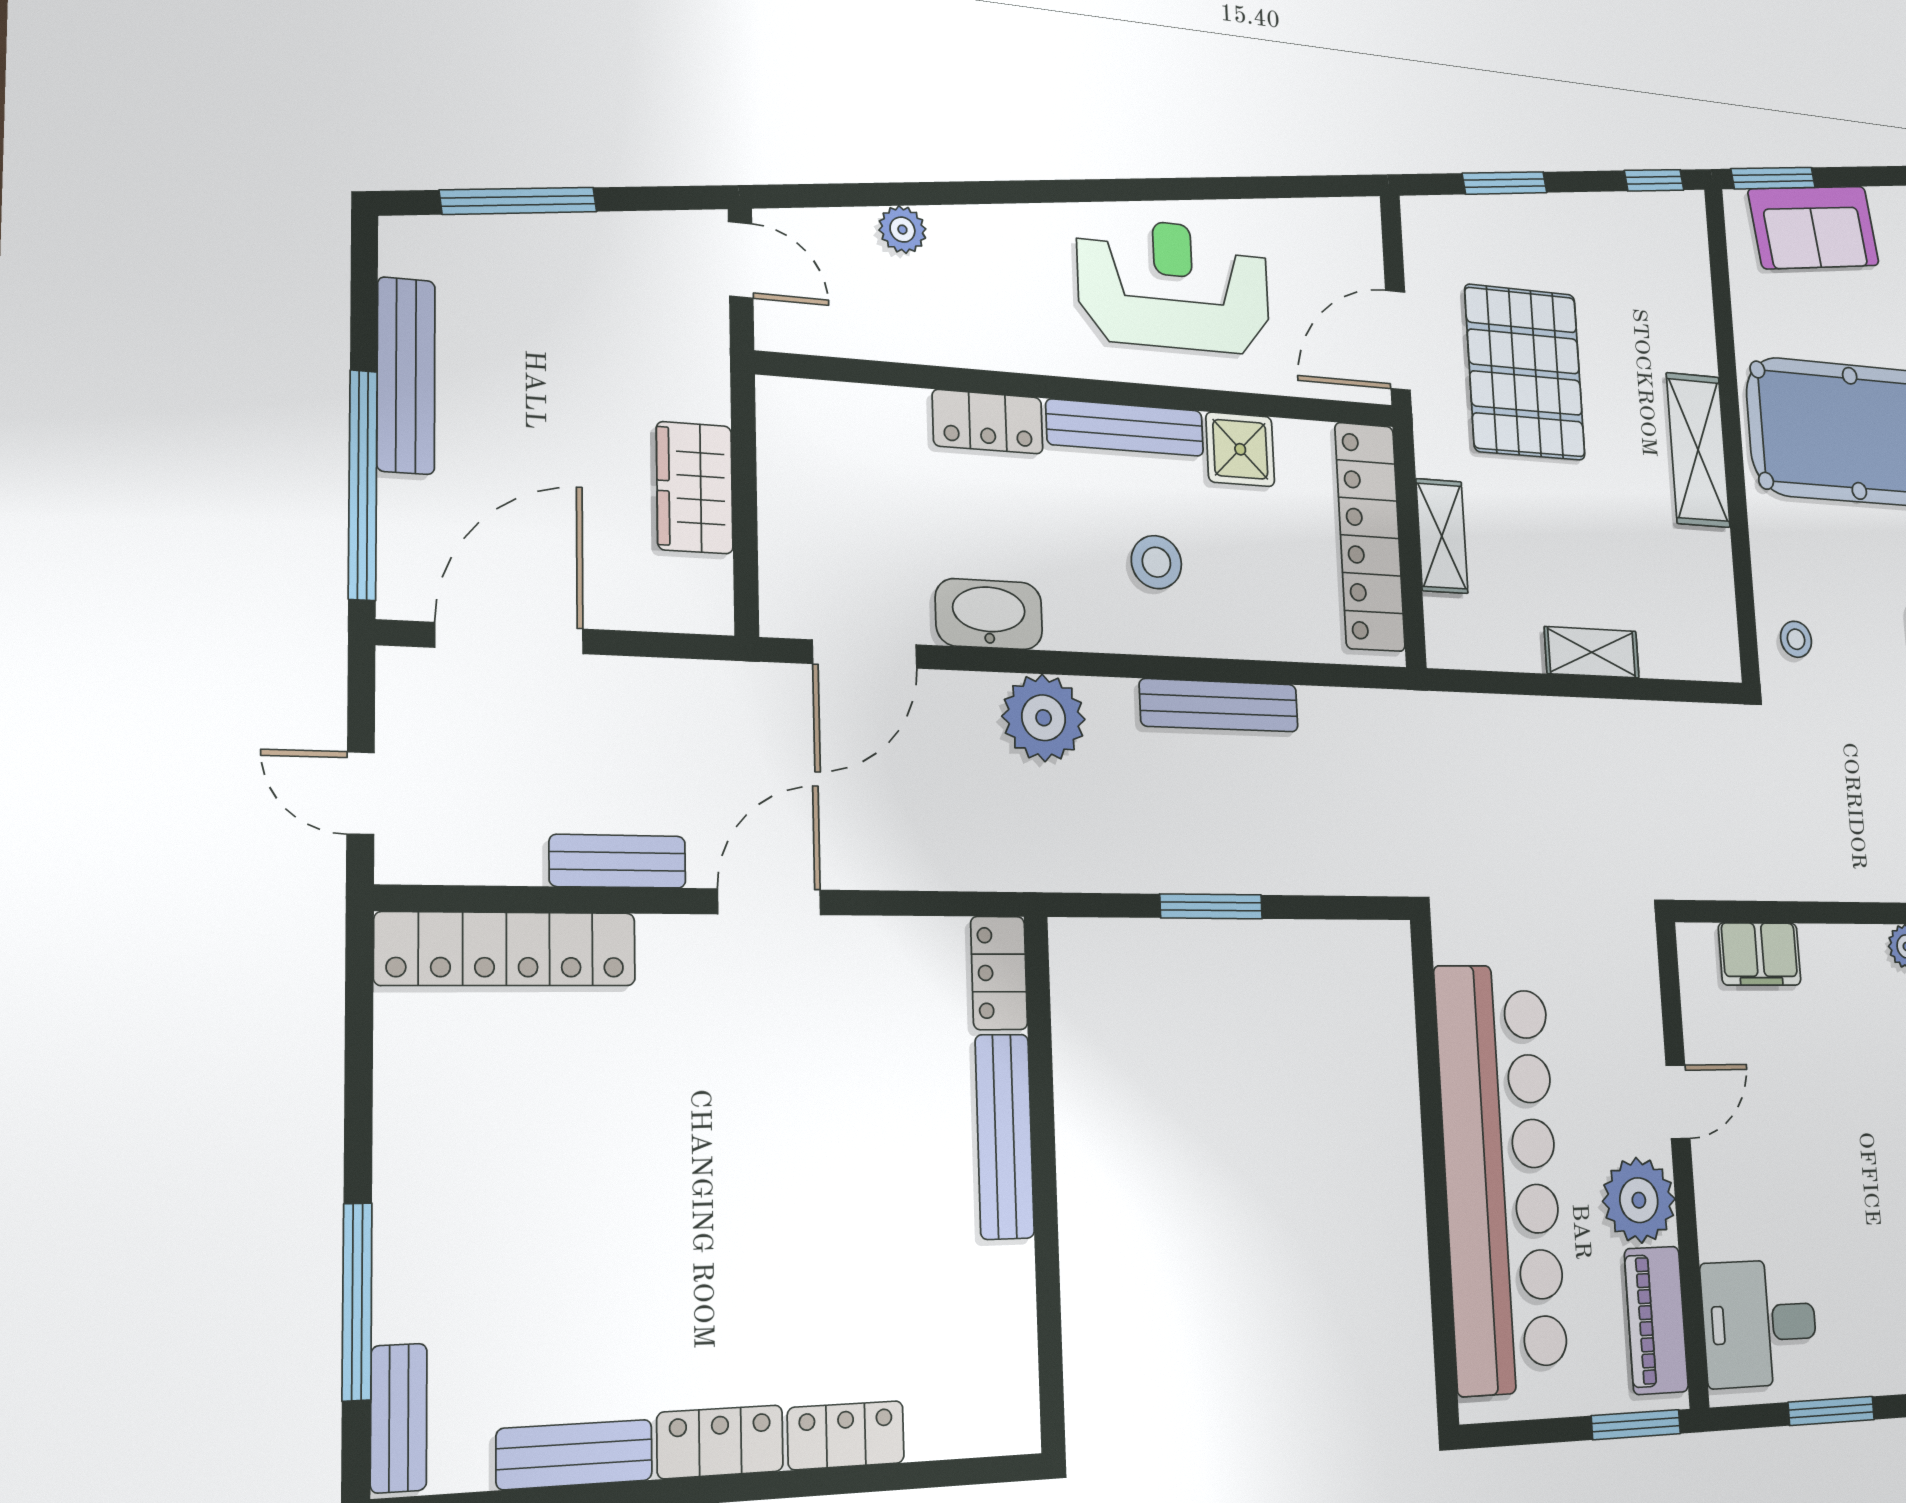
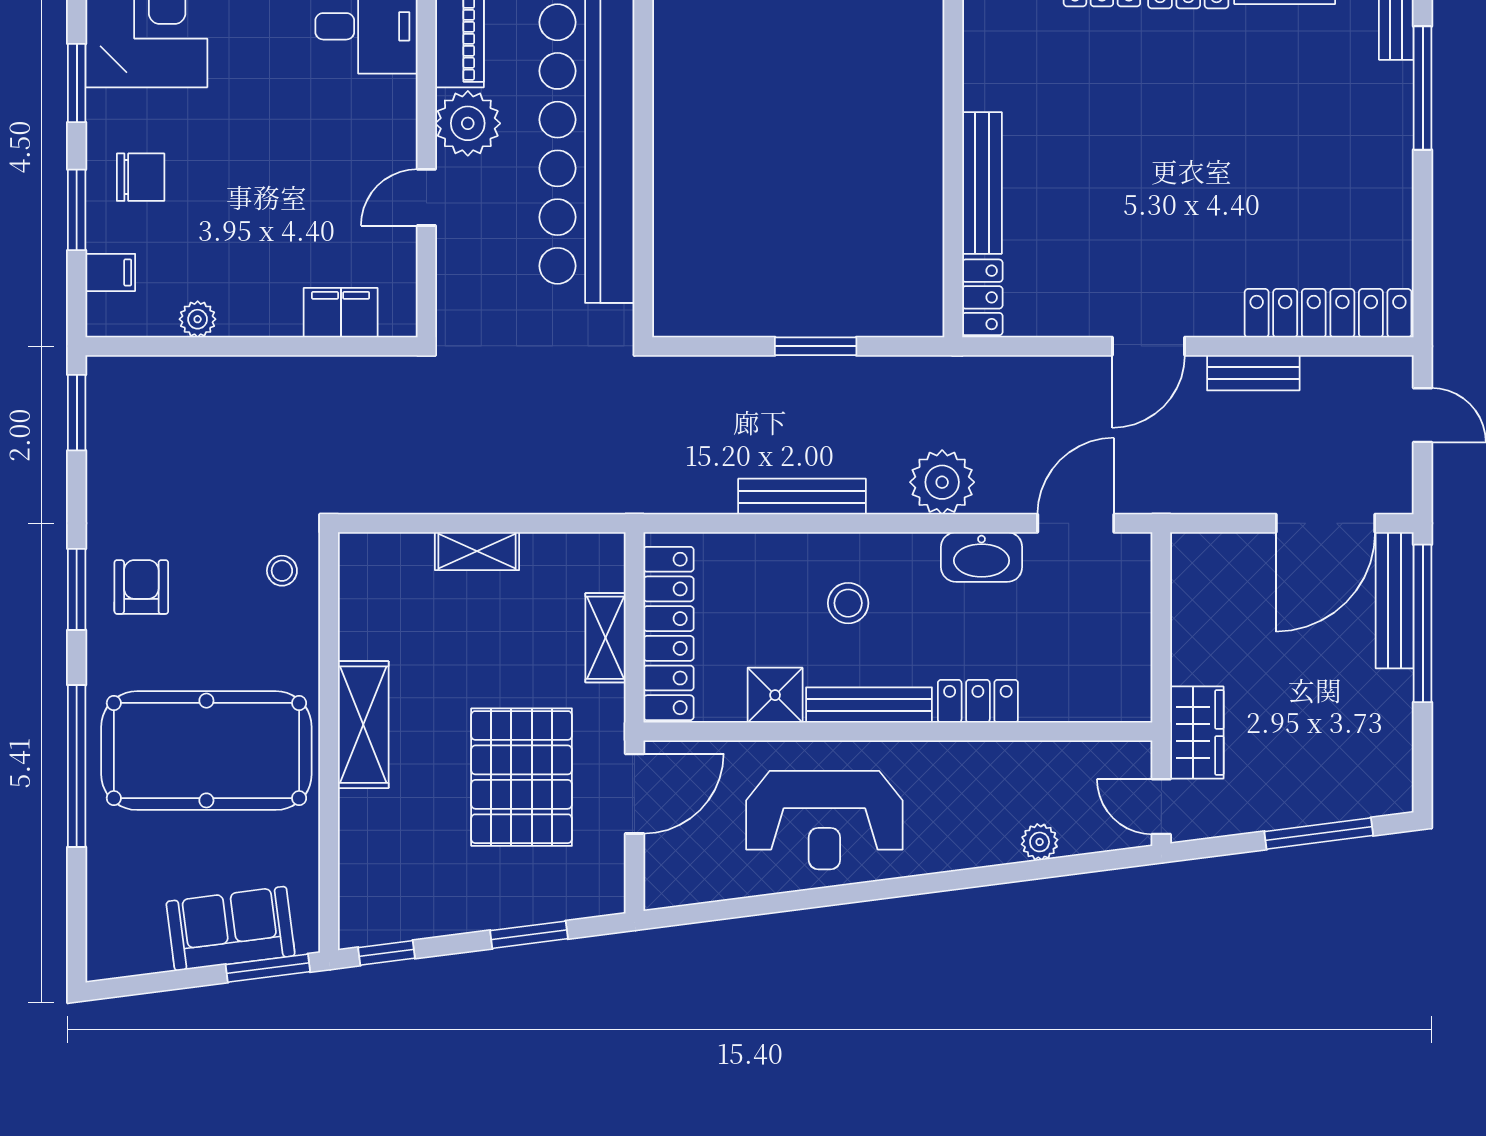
bench: (406, 375) -> (1395, 600), moved
wardrobe: (695, 488) -> (1197, 732), moved

